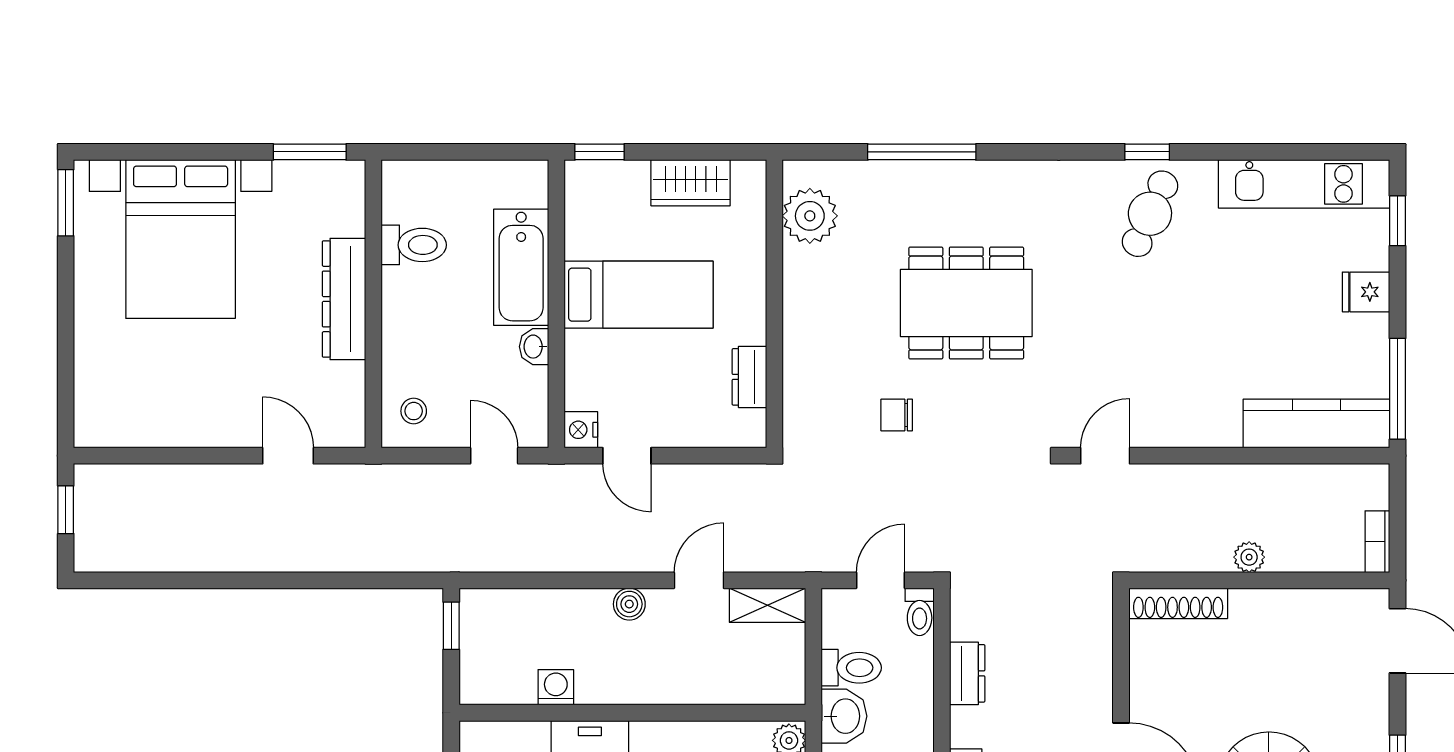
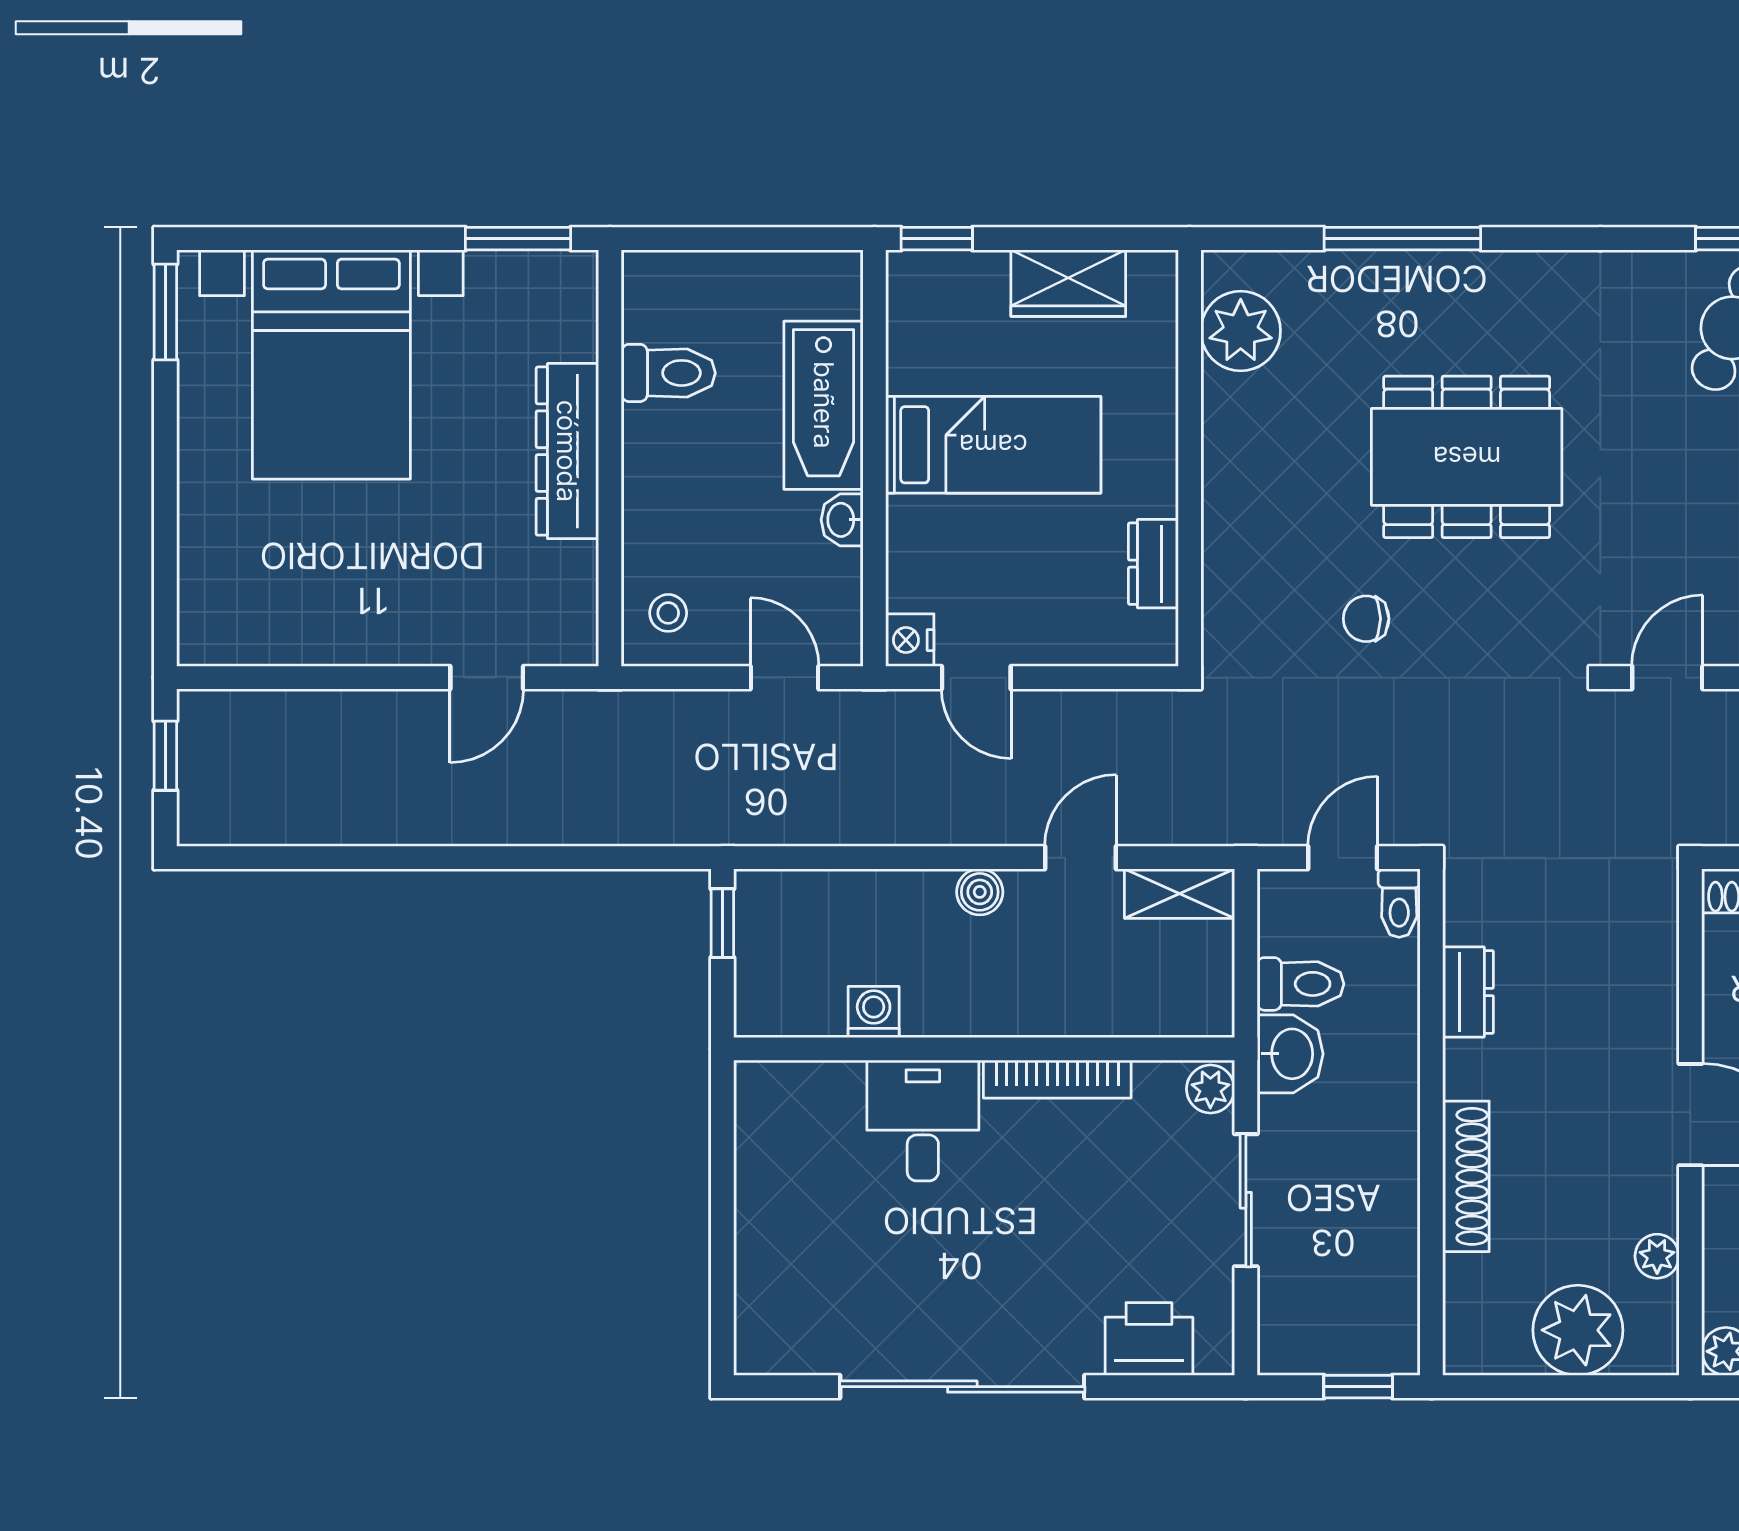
door: (288, 456) -> (487, 678), swing flipped
bookcase: (683, 734) -> (1057, 1079), added

